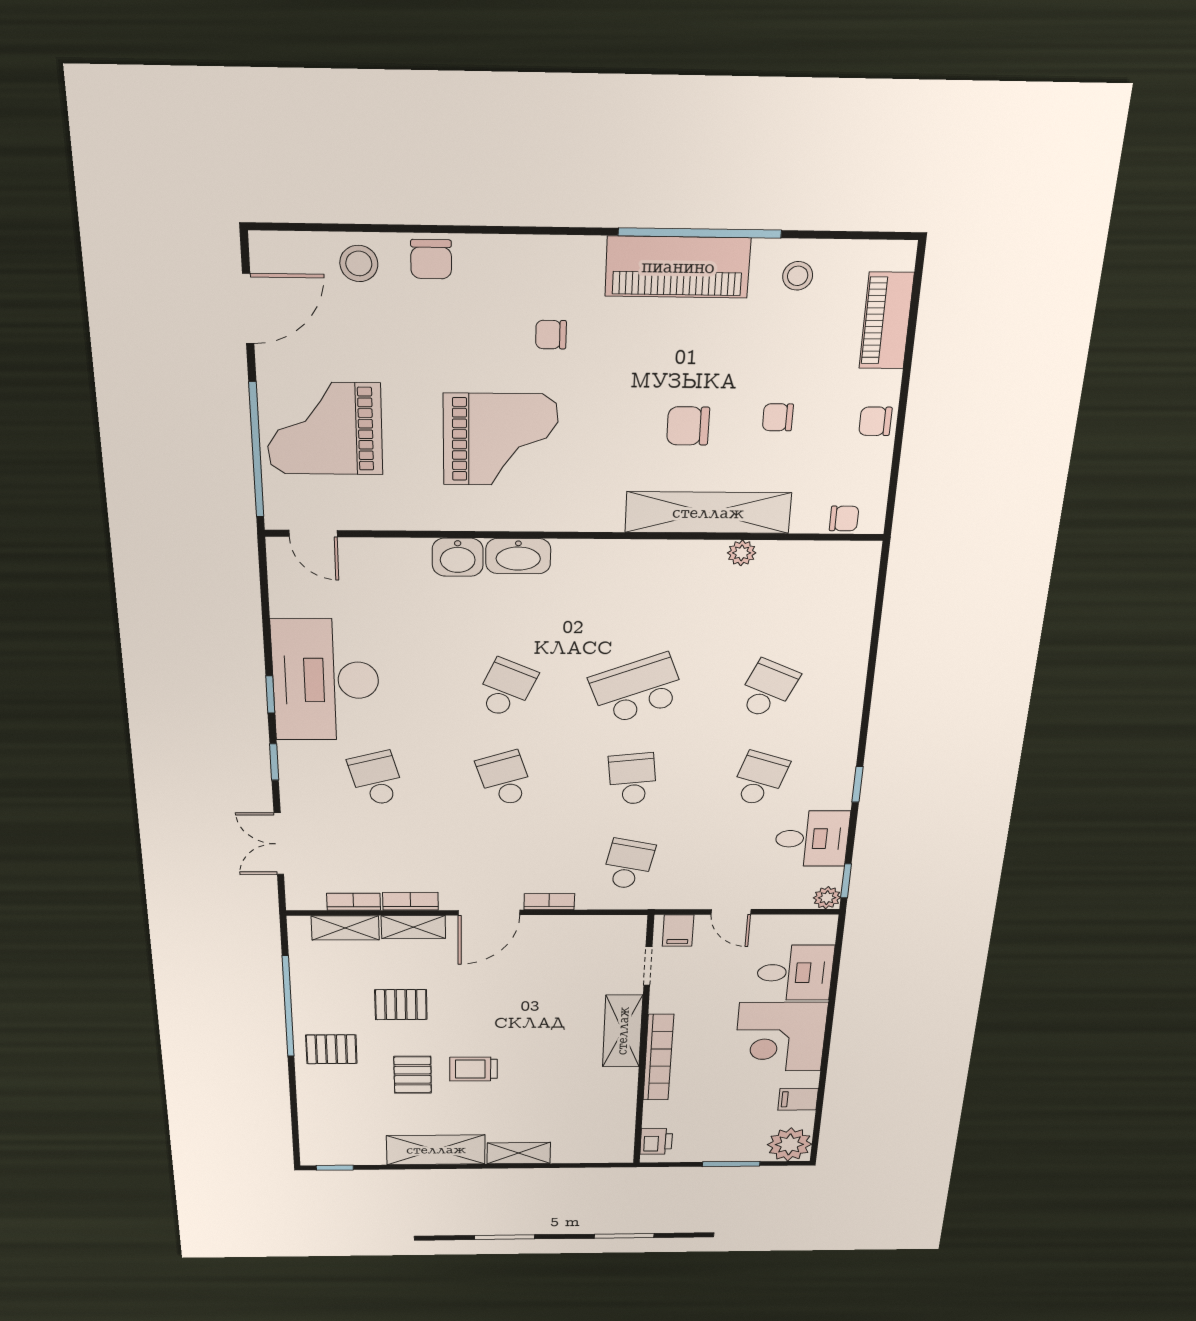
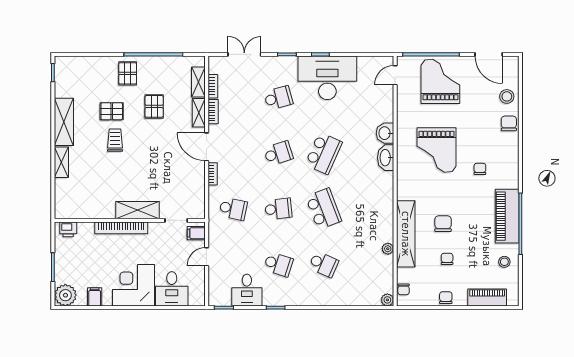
chair: (431, 259) -> (509, 123), turned 90
school desk: (506, 689) -> (324, 153), width x1.85
plant: (827, 898) -> (387, 300), moved

